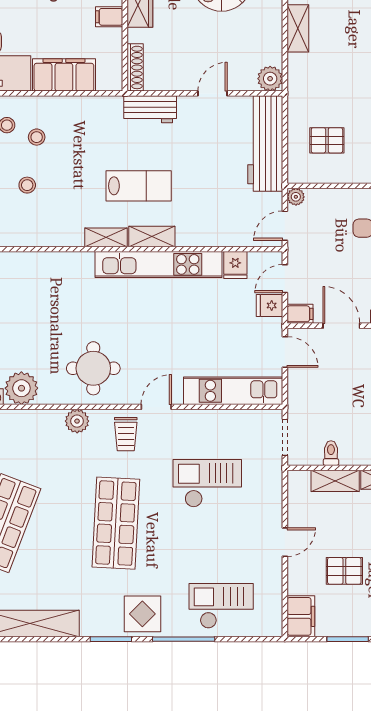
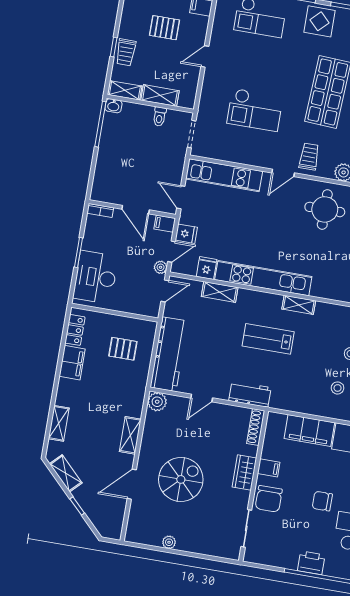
plant: (296, 197) -> (161, 267), moved
shelving: (152, 236) -> (220, 292), moved

